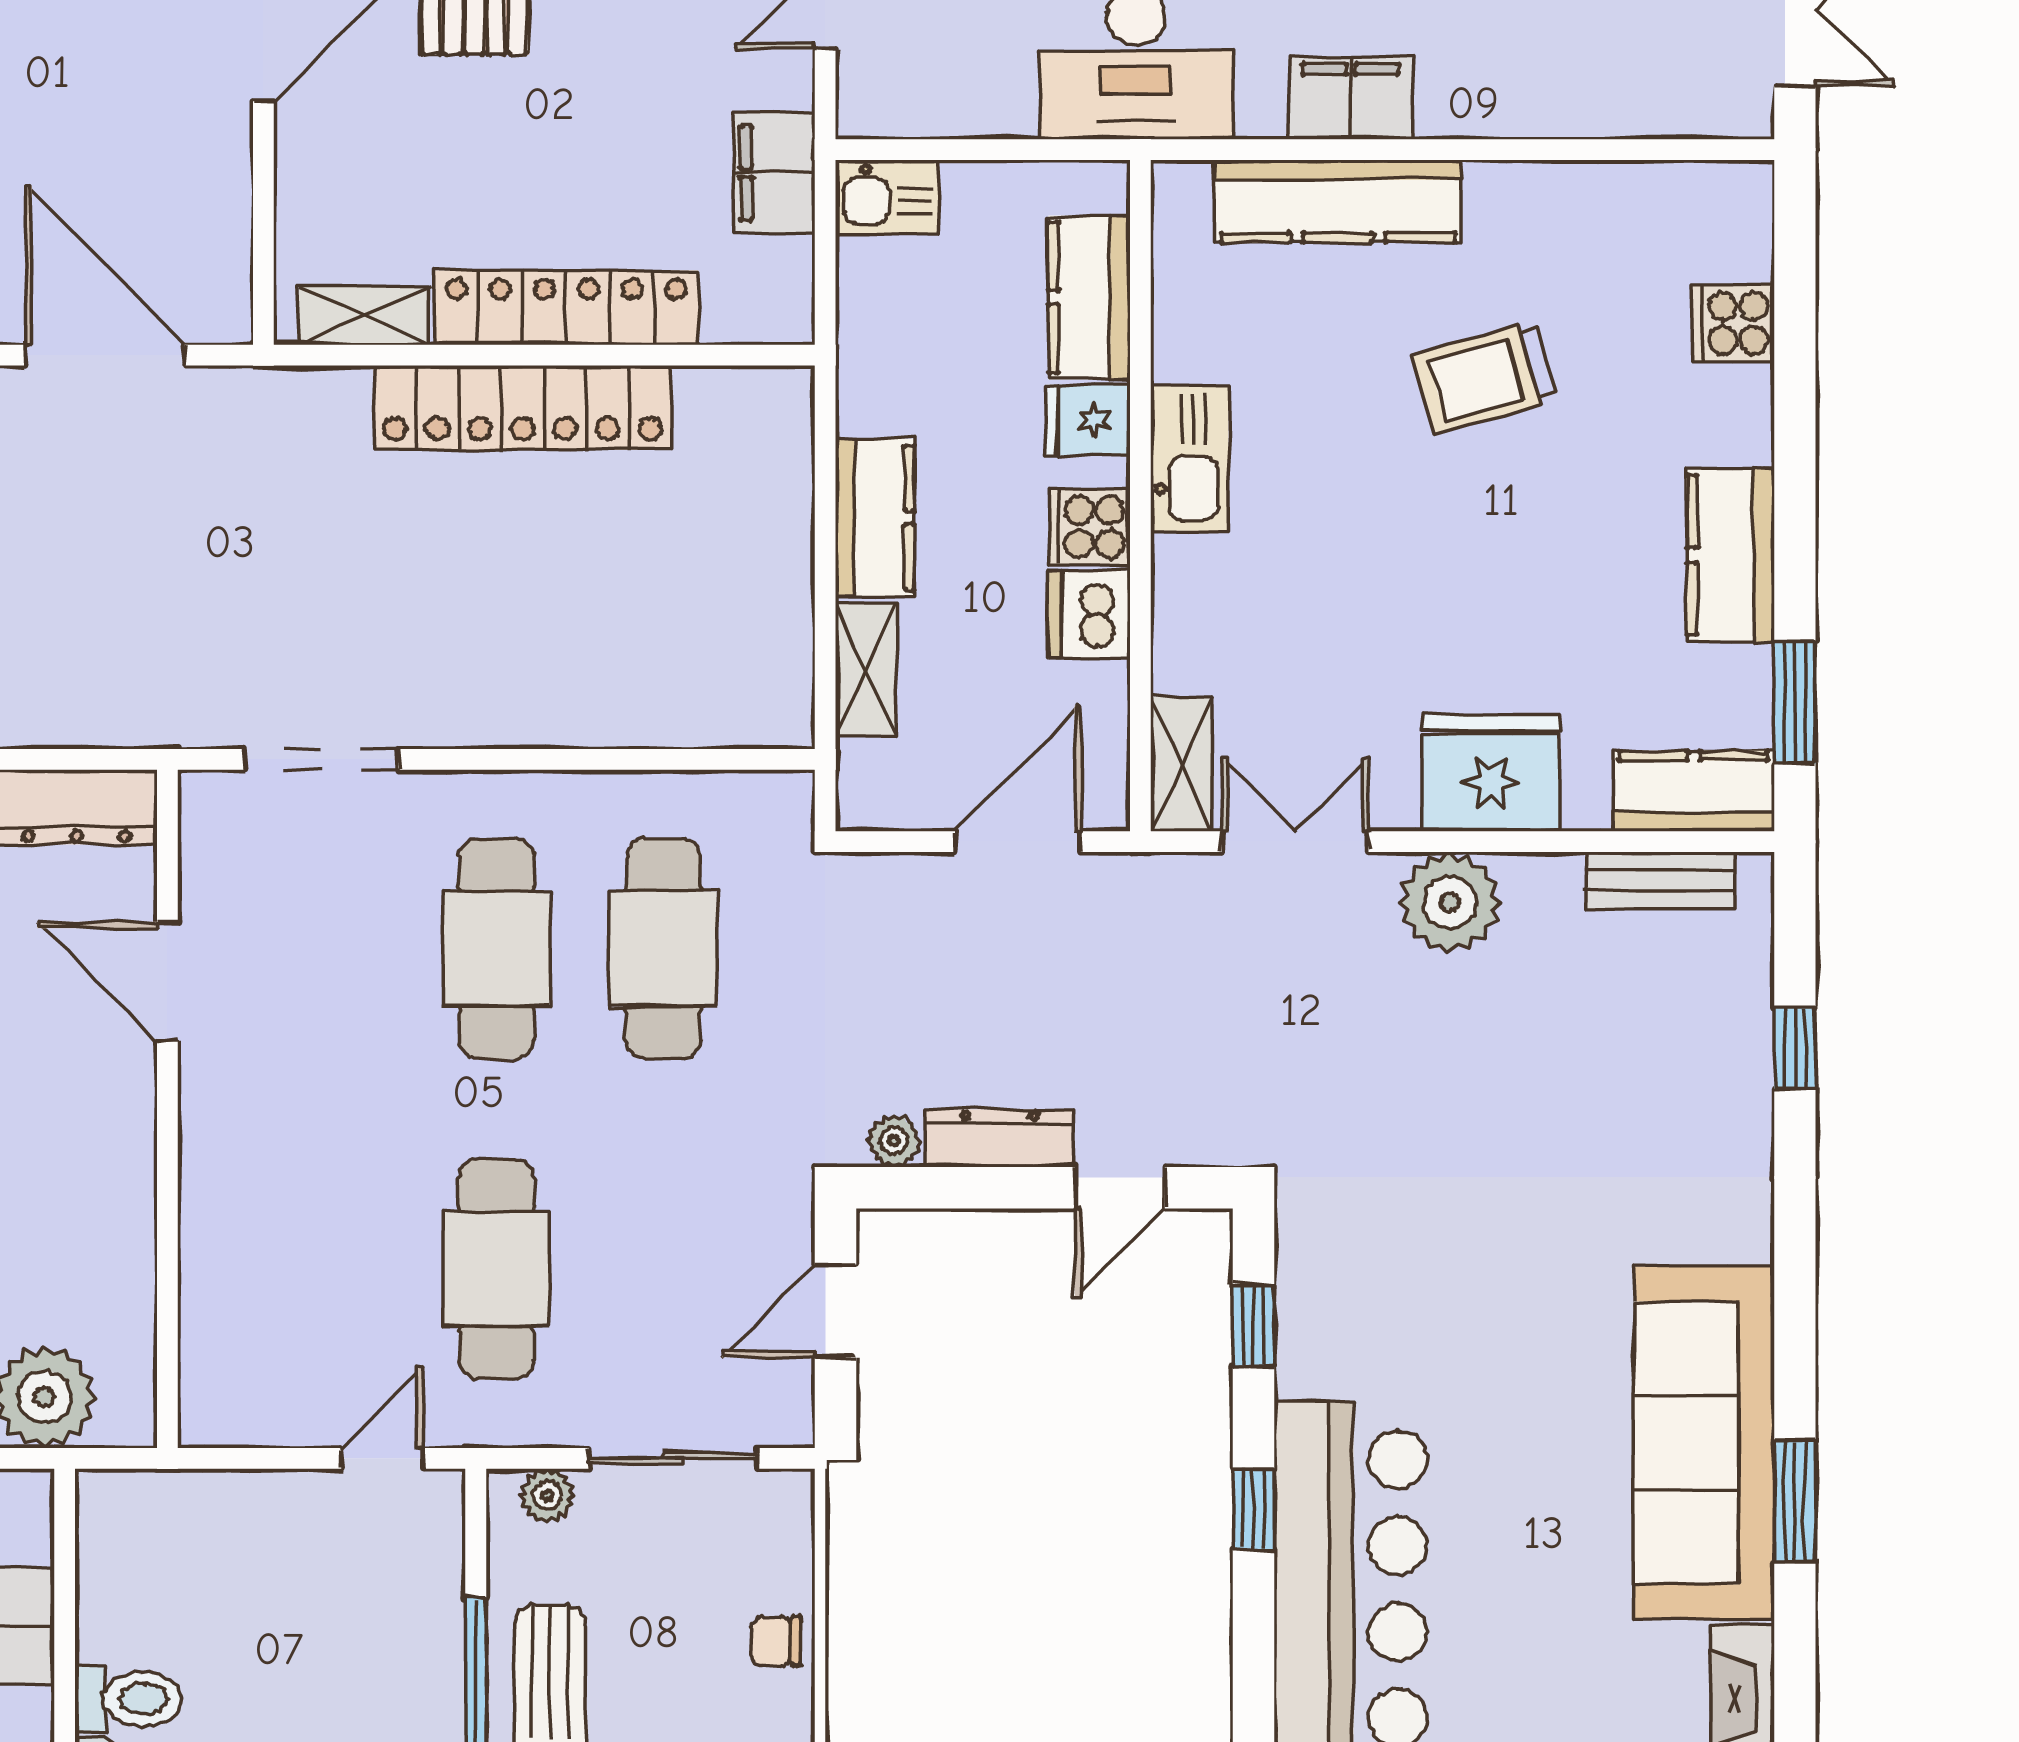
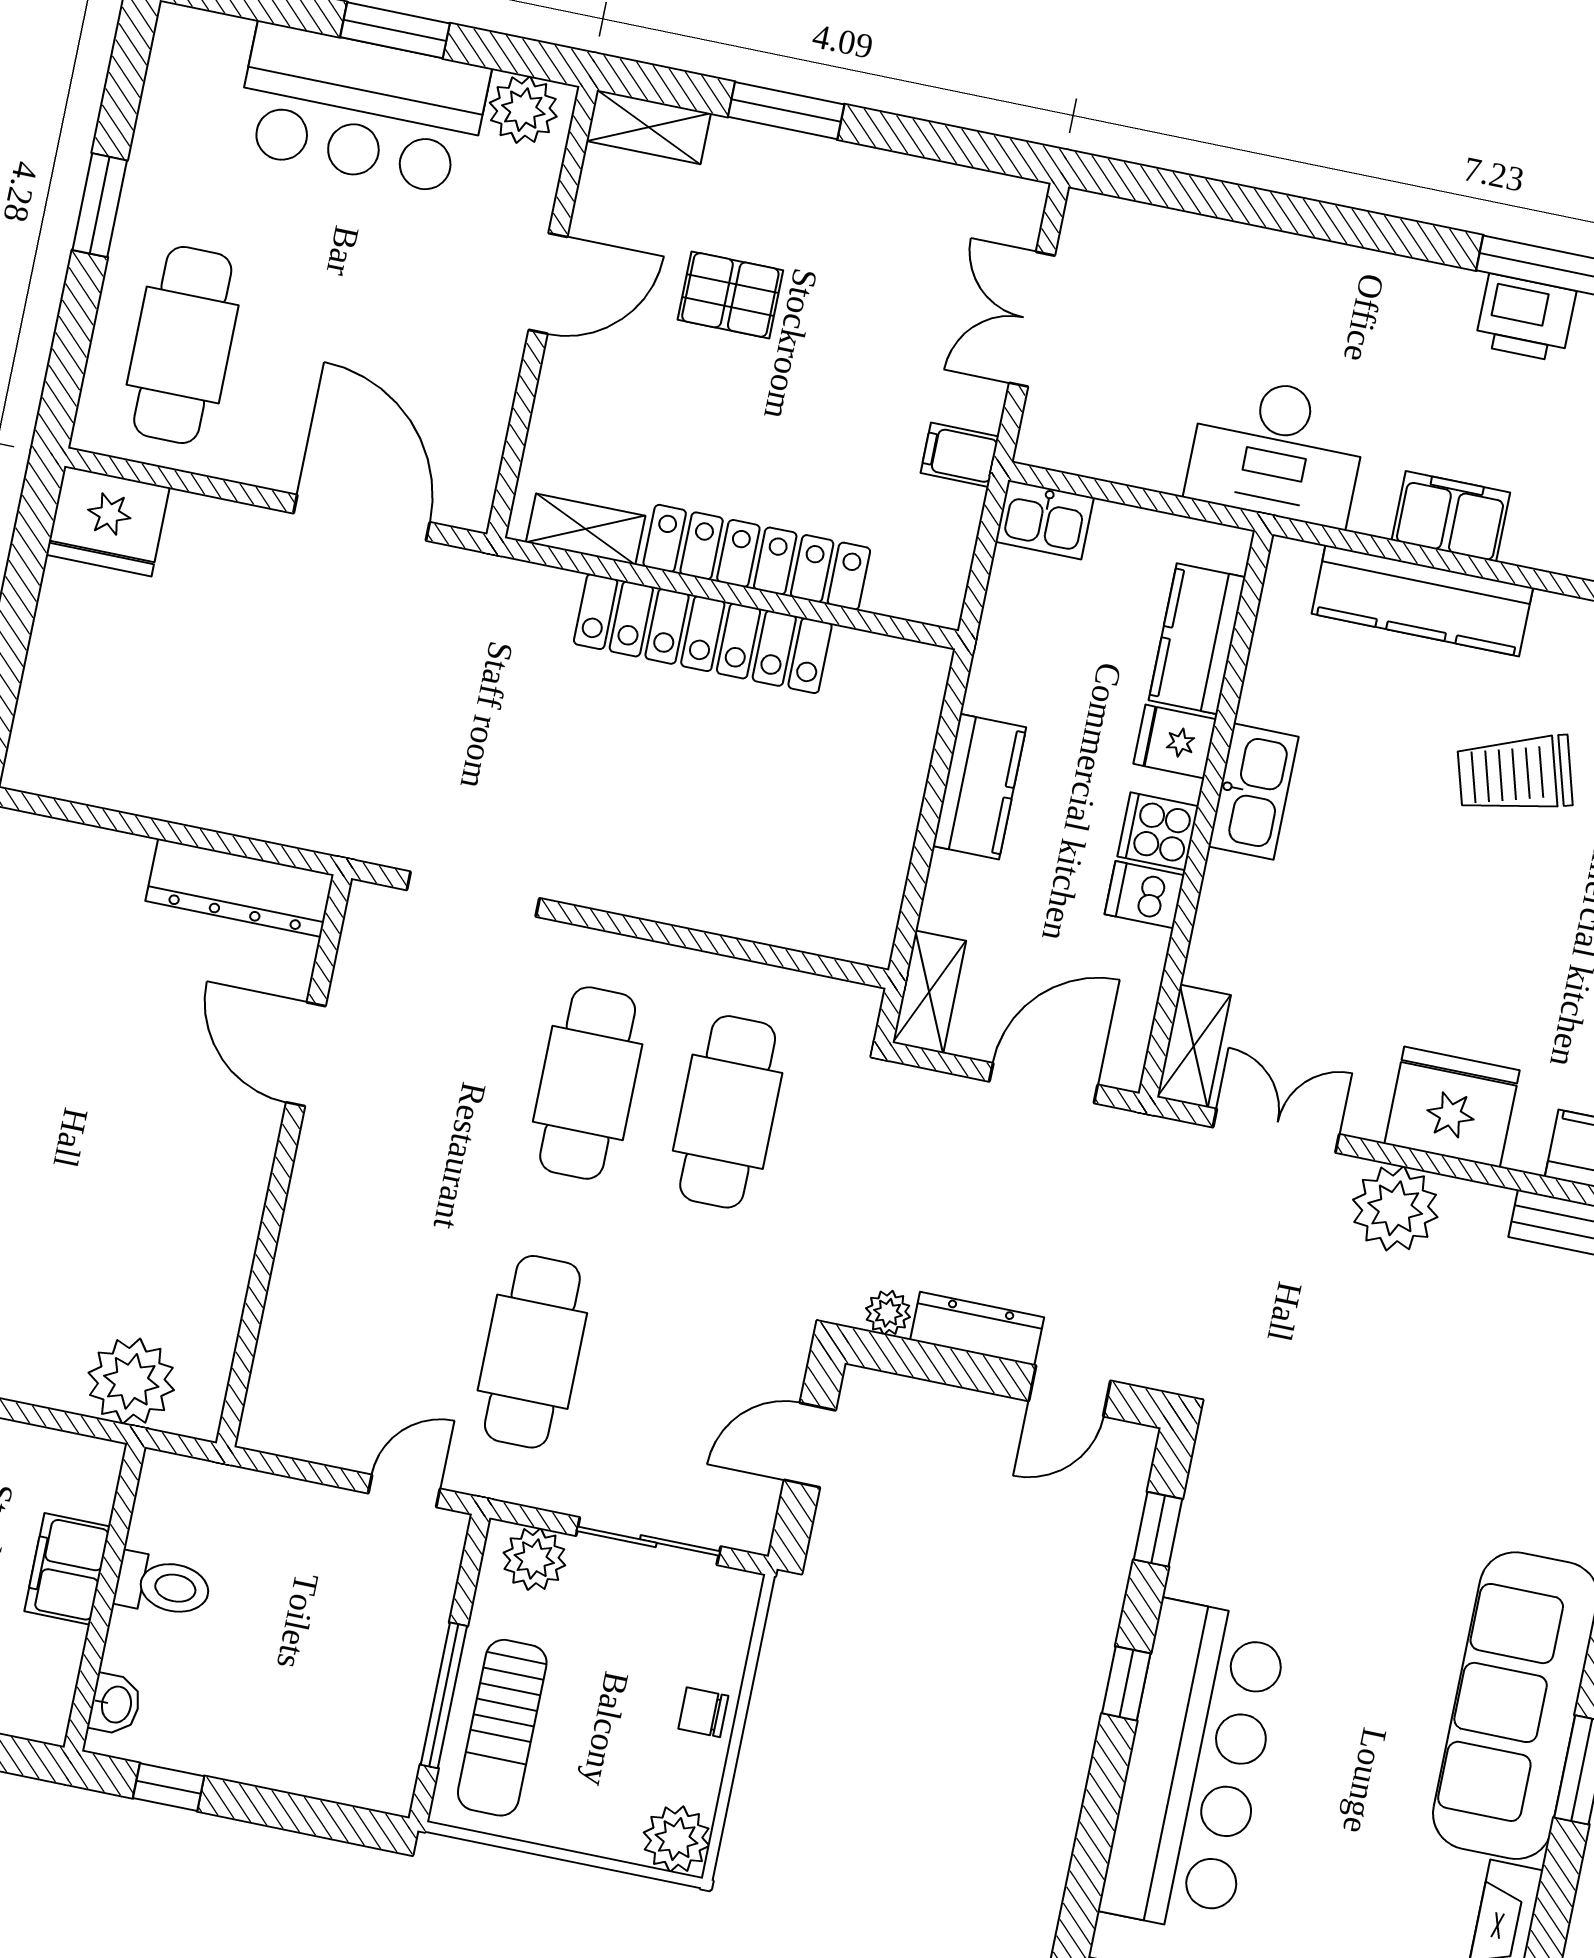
filing cabinet: (774, 173) -> (960, 455), width x0.50
dishwasher: (1089, 615) -> (1145, 895), width x0.73
shelving: (866, 669) -> (929, 992), moved
plant: (547, 1496) -> (534, 1559), width x1.38, depth x1.38
toilet: (128, 1699) -> (163, 1586), moved

